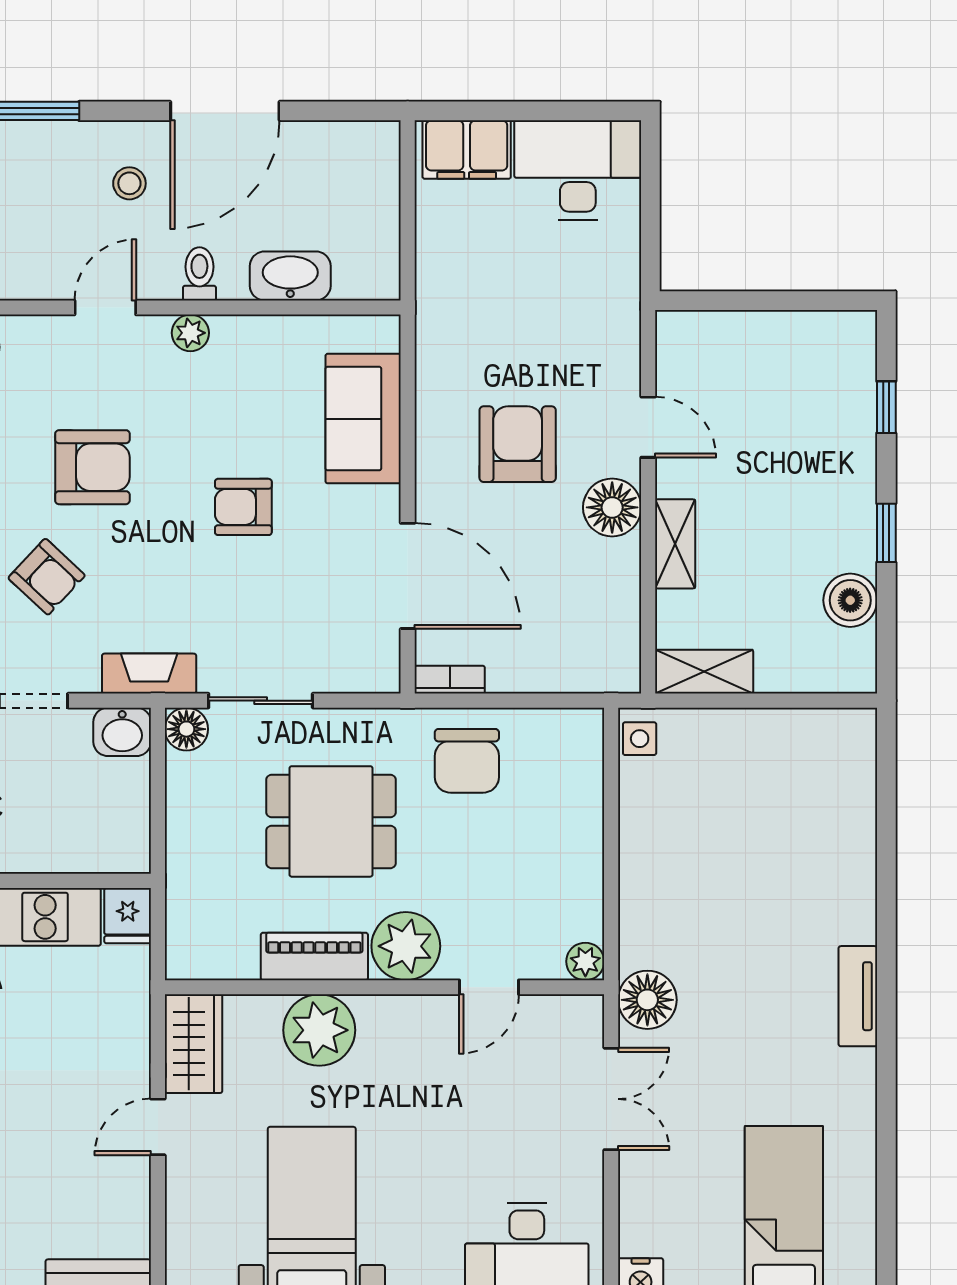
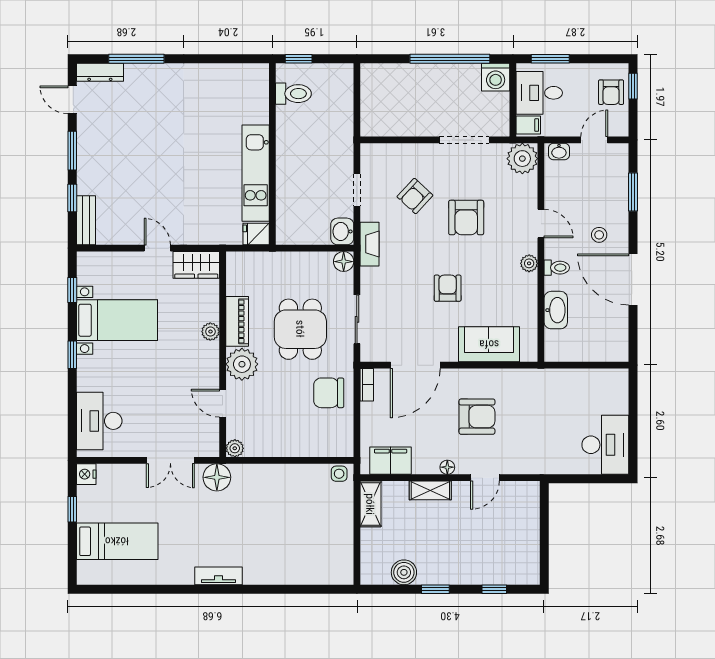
filing cabinet: (467, 150) -> (391, 461), moved, turned 90
floor lamp: (612, 507) -> (447, 467), width x0.53, depth x0.53
sliding door: (261, 701) -> (357, 319), moved
plant: (319, 1030) -> (210, 332), width x0.53, depth x0.53

